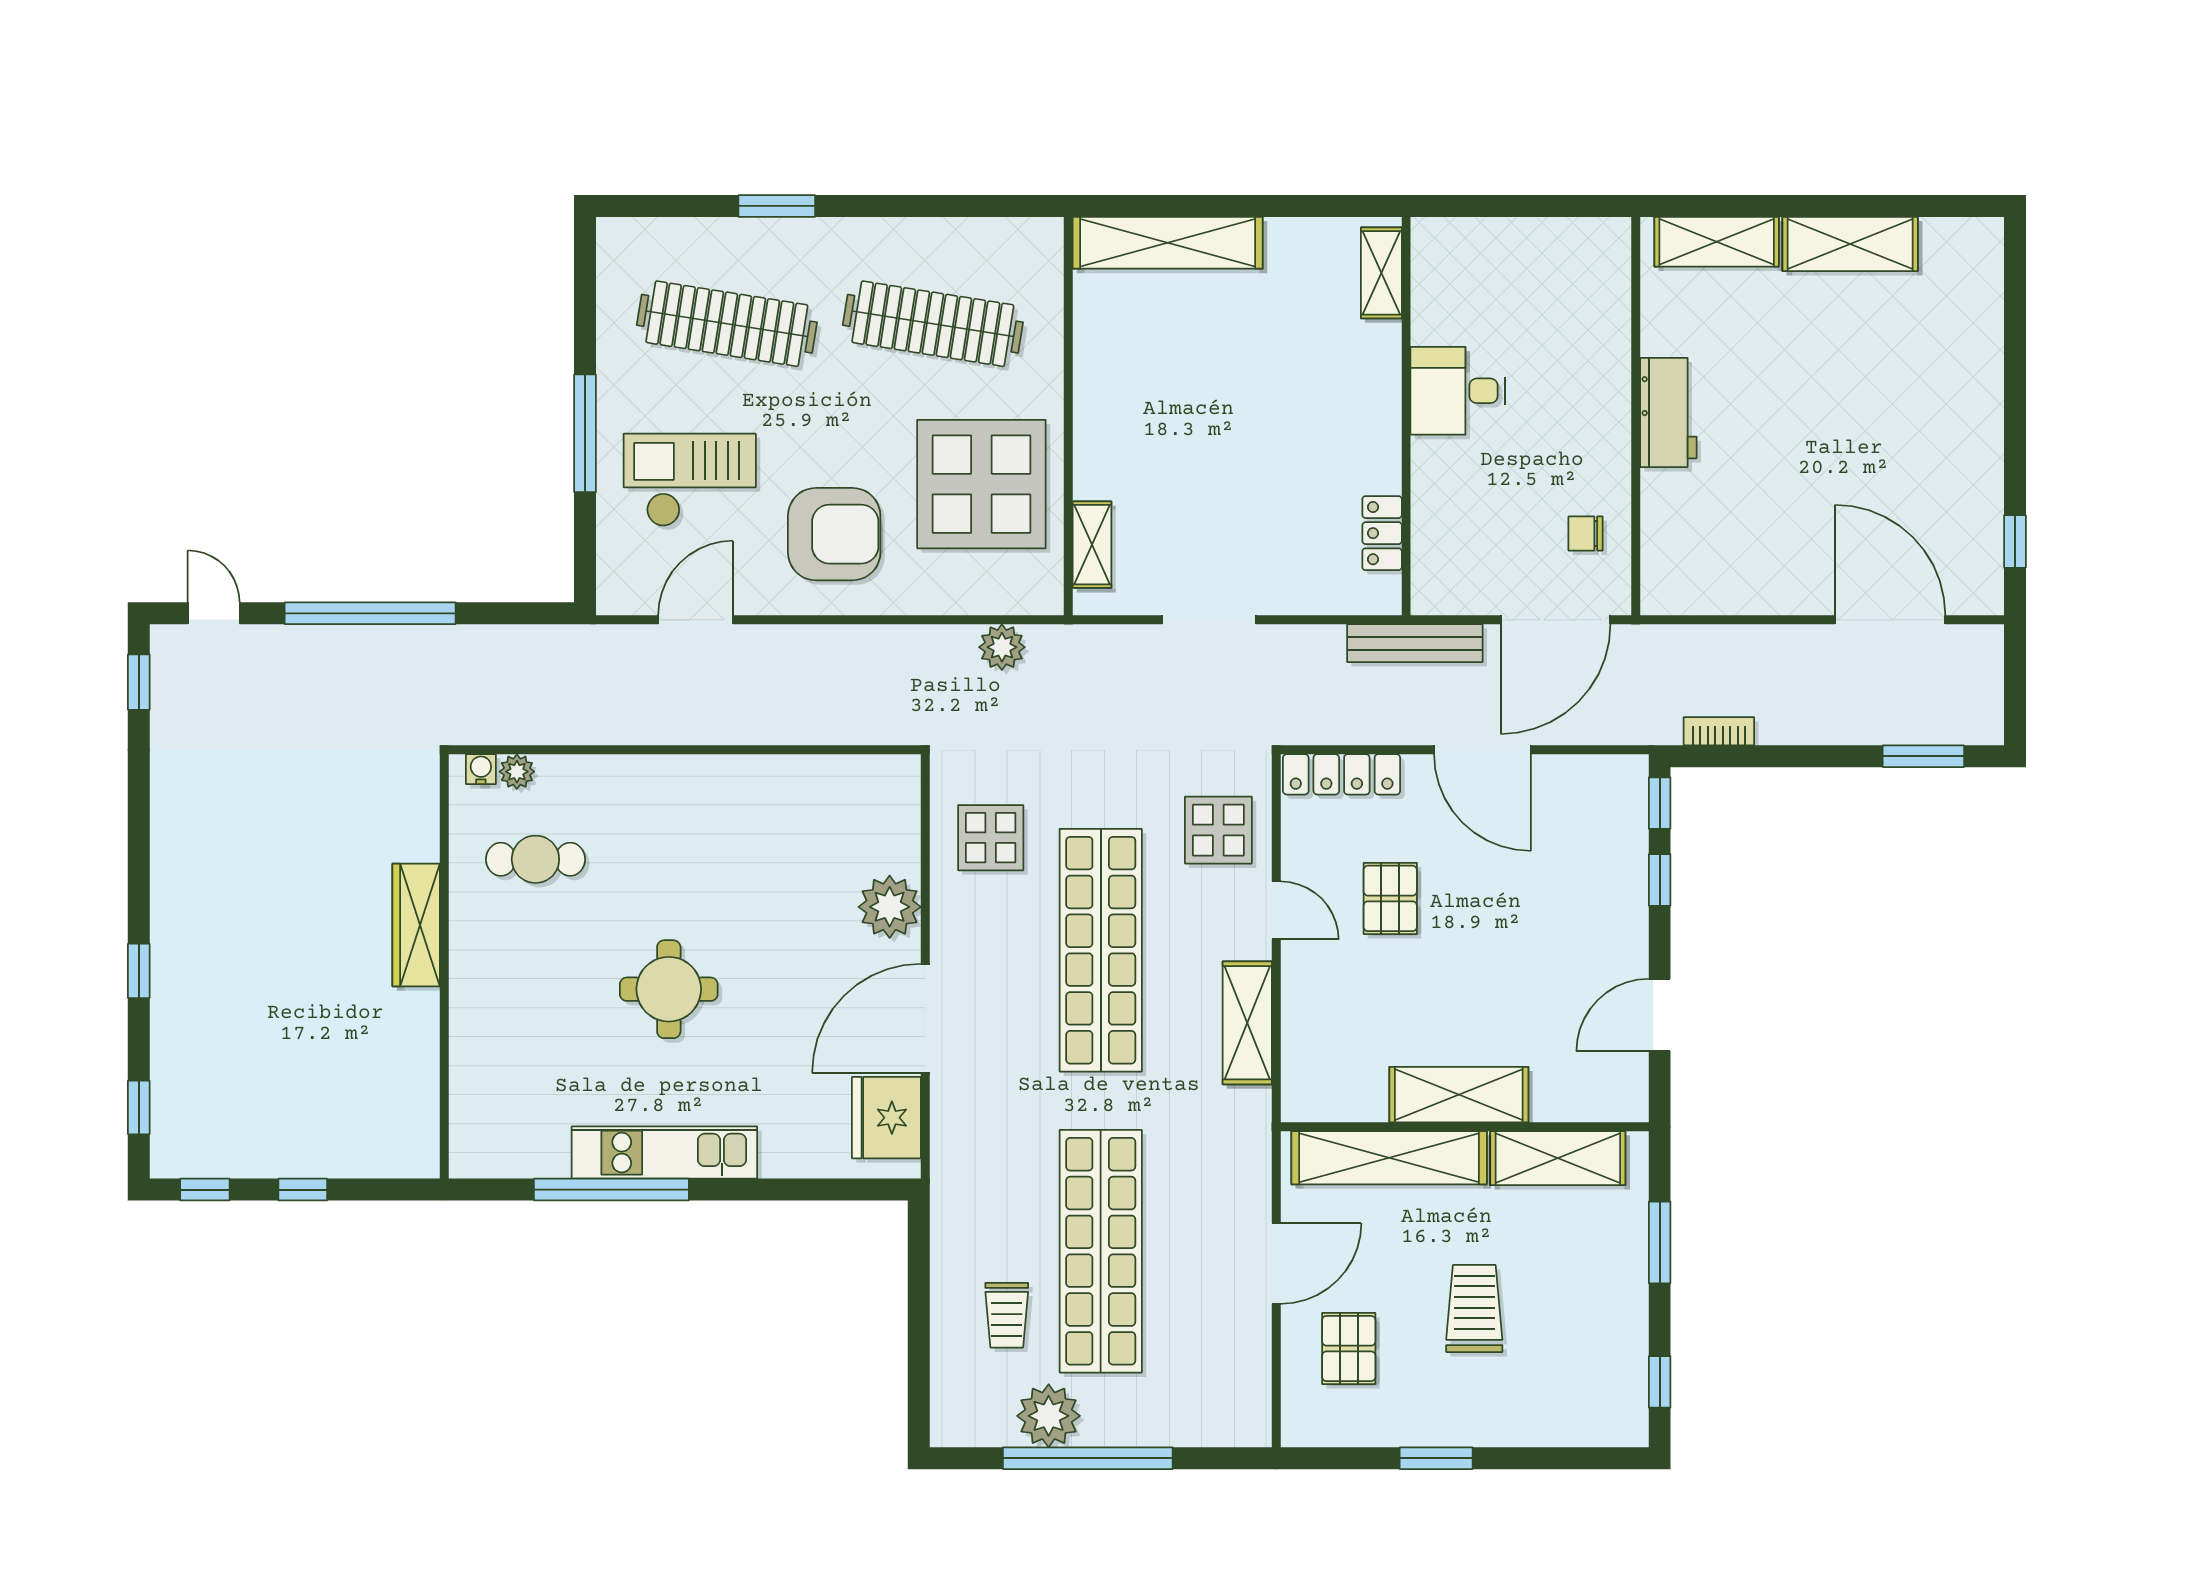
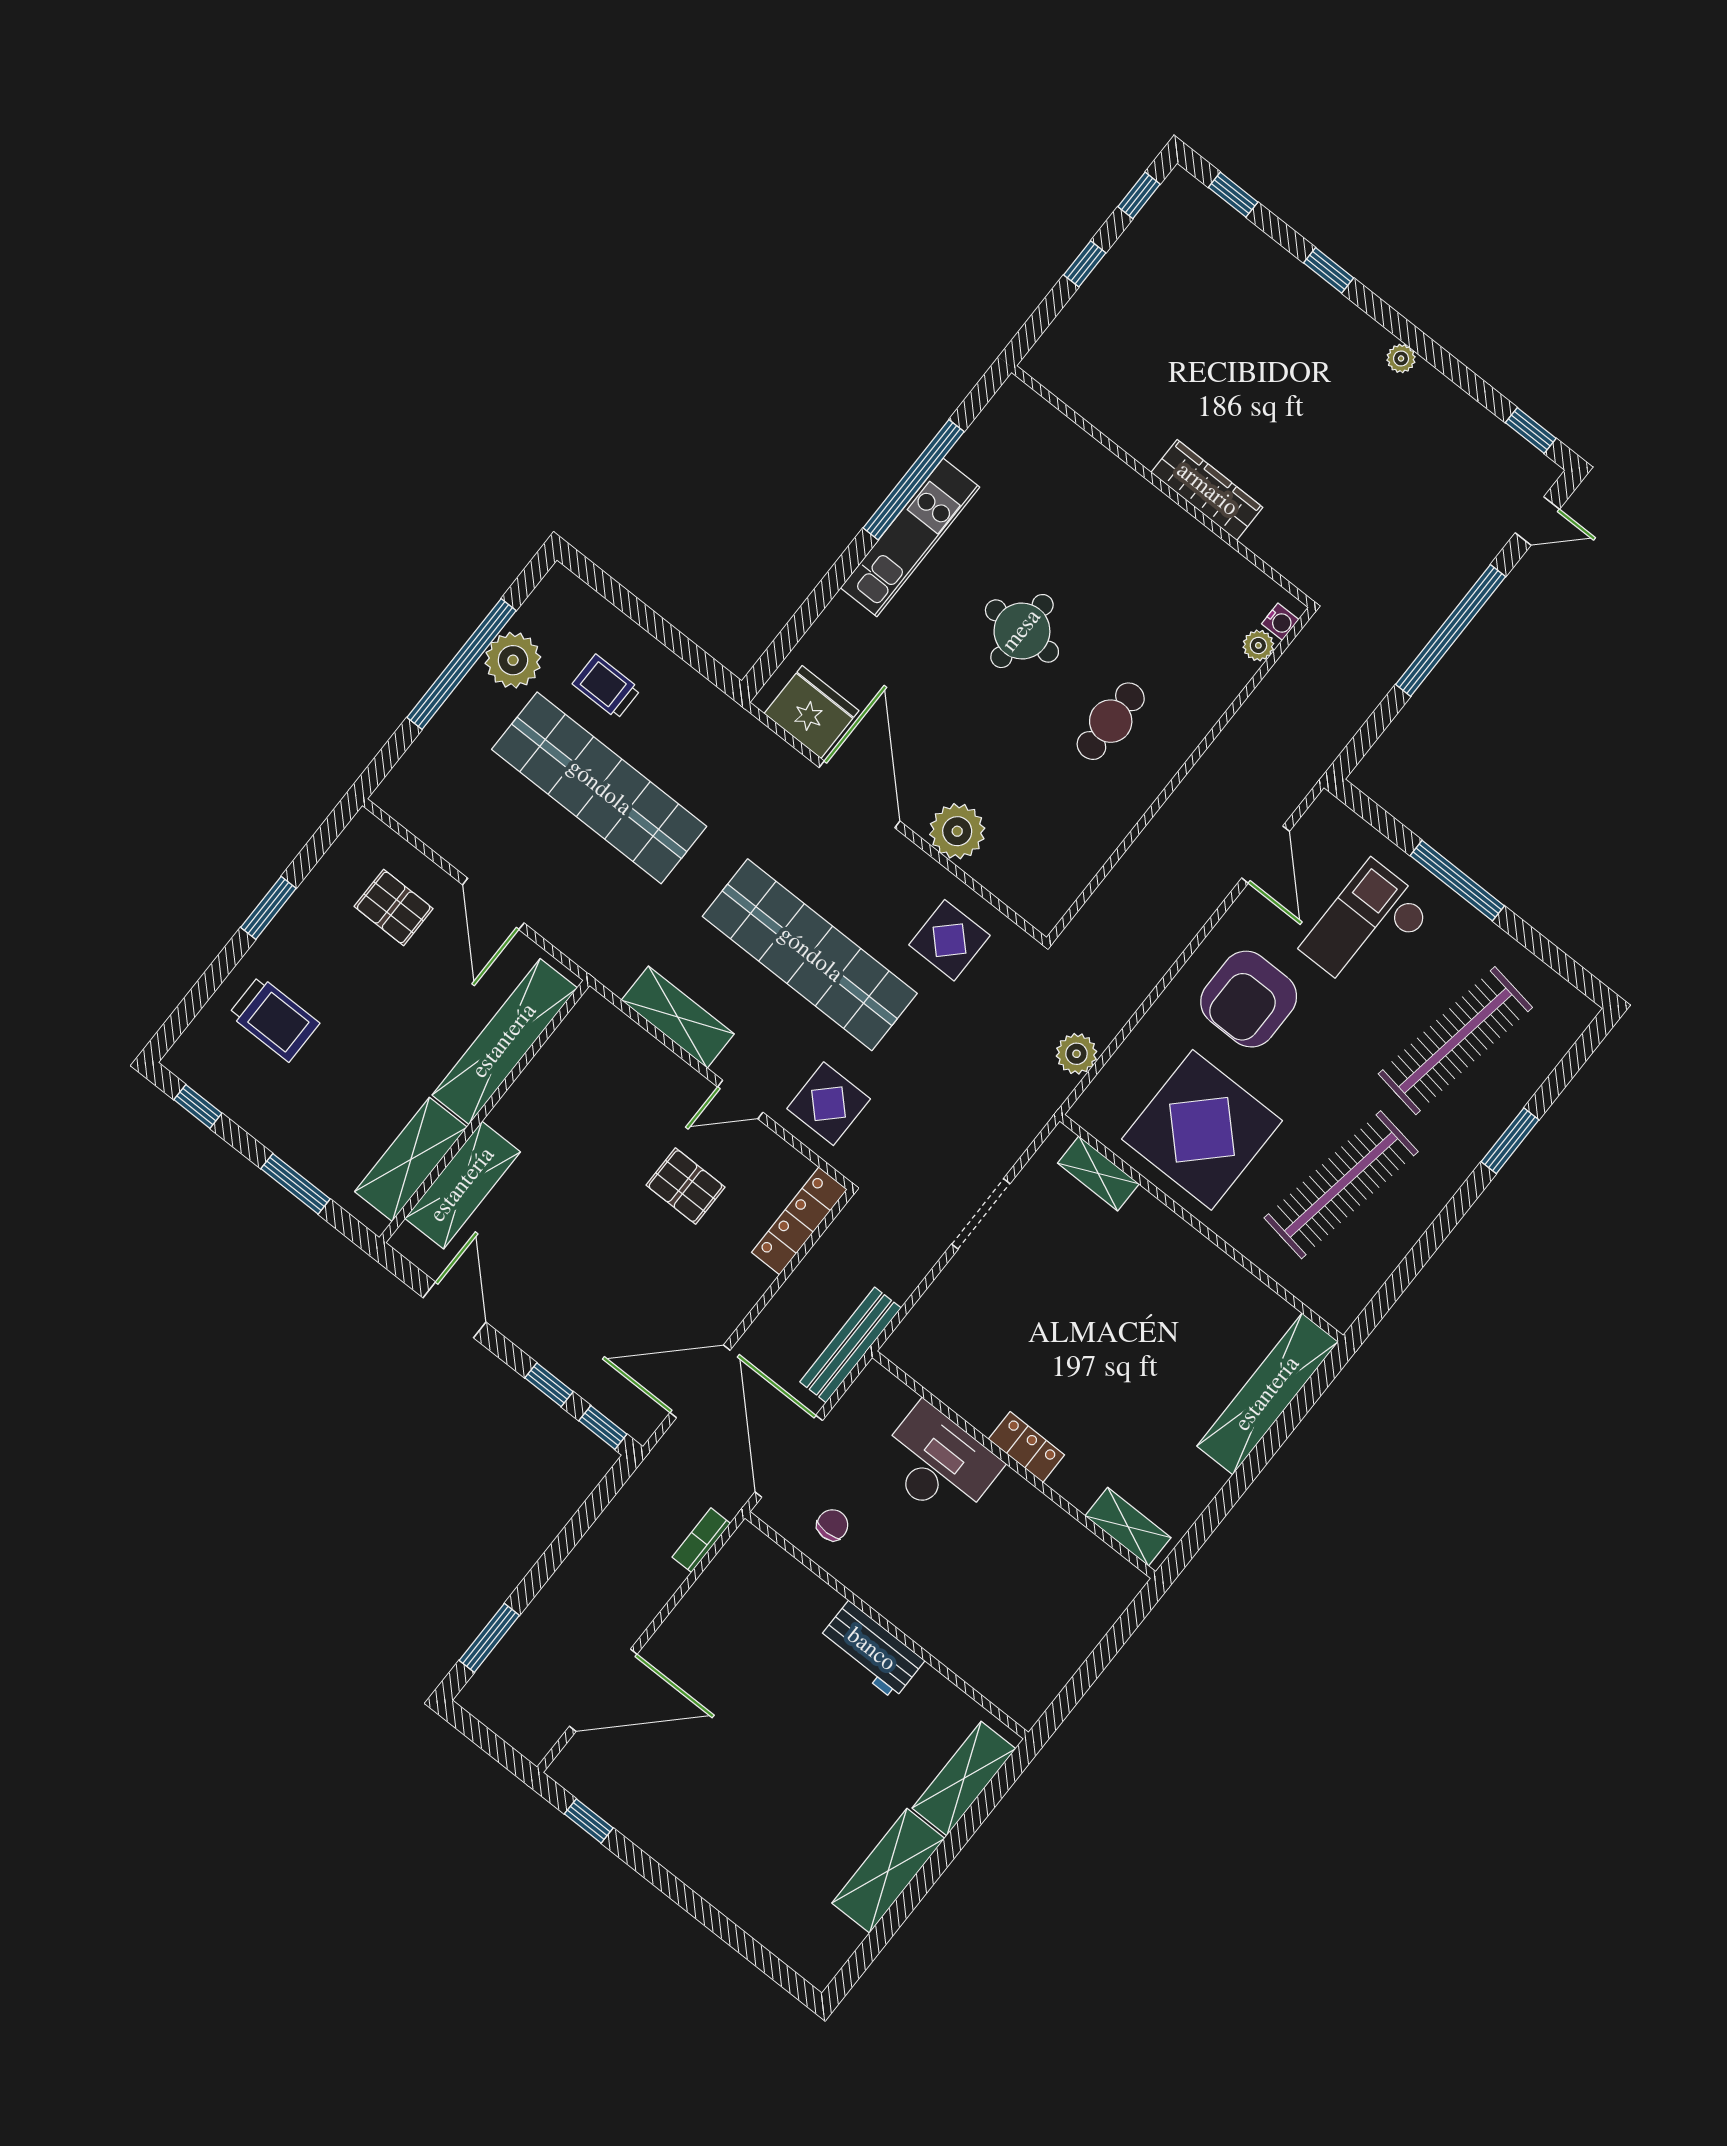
desk: (1458, 391) -> (938, 1464), moved, width x1.37
checkout: (690, 480) -> (1367, 928), turned 180
locker: (1382, 533) -> (1026, 1447), moved
bookcase: (1719, 731) -> (701, 1540), moved, turned 180
door: (1482, 750) -> (700, 1381), moved
plant: (166, 846) -> (1401, 358), added
cafe table: (535, 859) -> (1111, 721), moved
shelving: (1459, 1095) -> (463, 1185), moved
trolley: (1474, 1308) -> (274, 1019), moved

